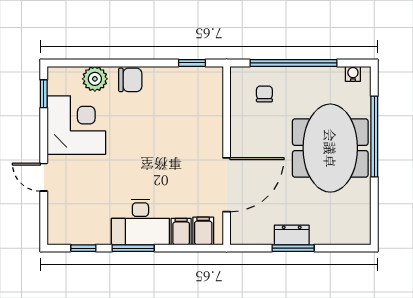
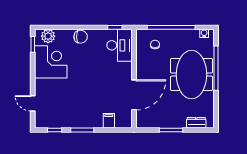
plant: (95, 79) -> (48, 36), moved
door: (44, 177) -> (33, 103), moved
desk: (140, 222) -> (120, 45), moved, turned -90
filing cabinet: (203, 231) -> (121, 121), removed
dresser: (292, 235) -> (196, 123), moved

